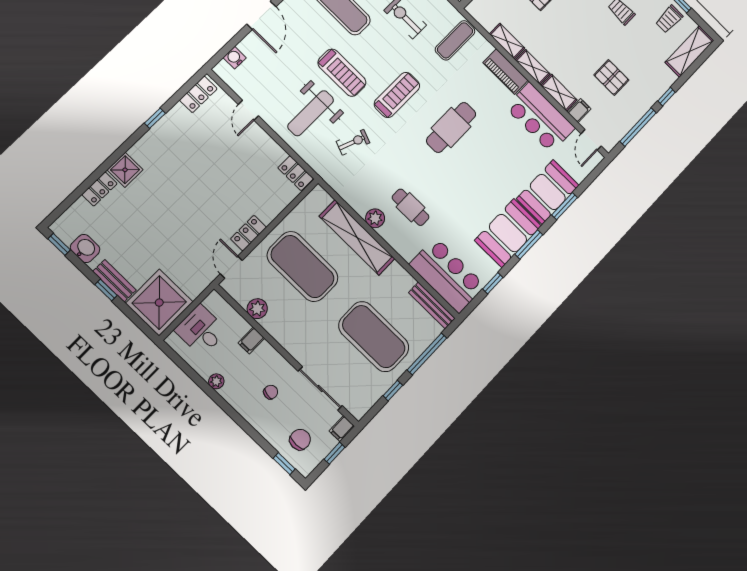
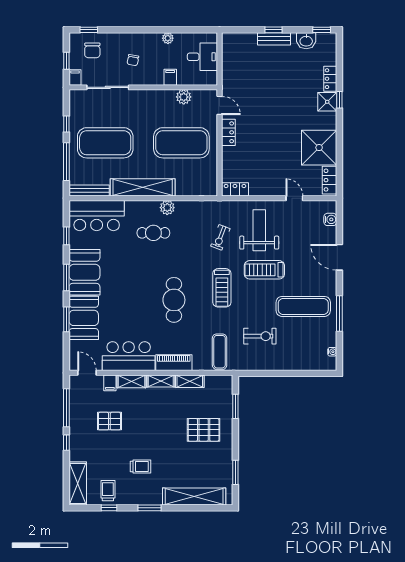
window: (155, 118) -> (339, 100), moved
shelving: (357, 237) -> (143, 187), moved
shower: (159, 303) -> (319, 148), moved

